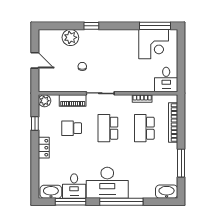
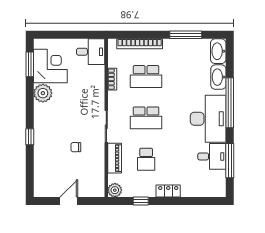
window: (155, 26) -> (30, 64), width x0.69
plant: (70, 37) -> (43, 93), moved
washbasin: (51, 192) -> (218, 77), moved

